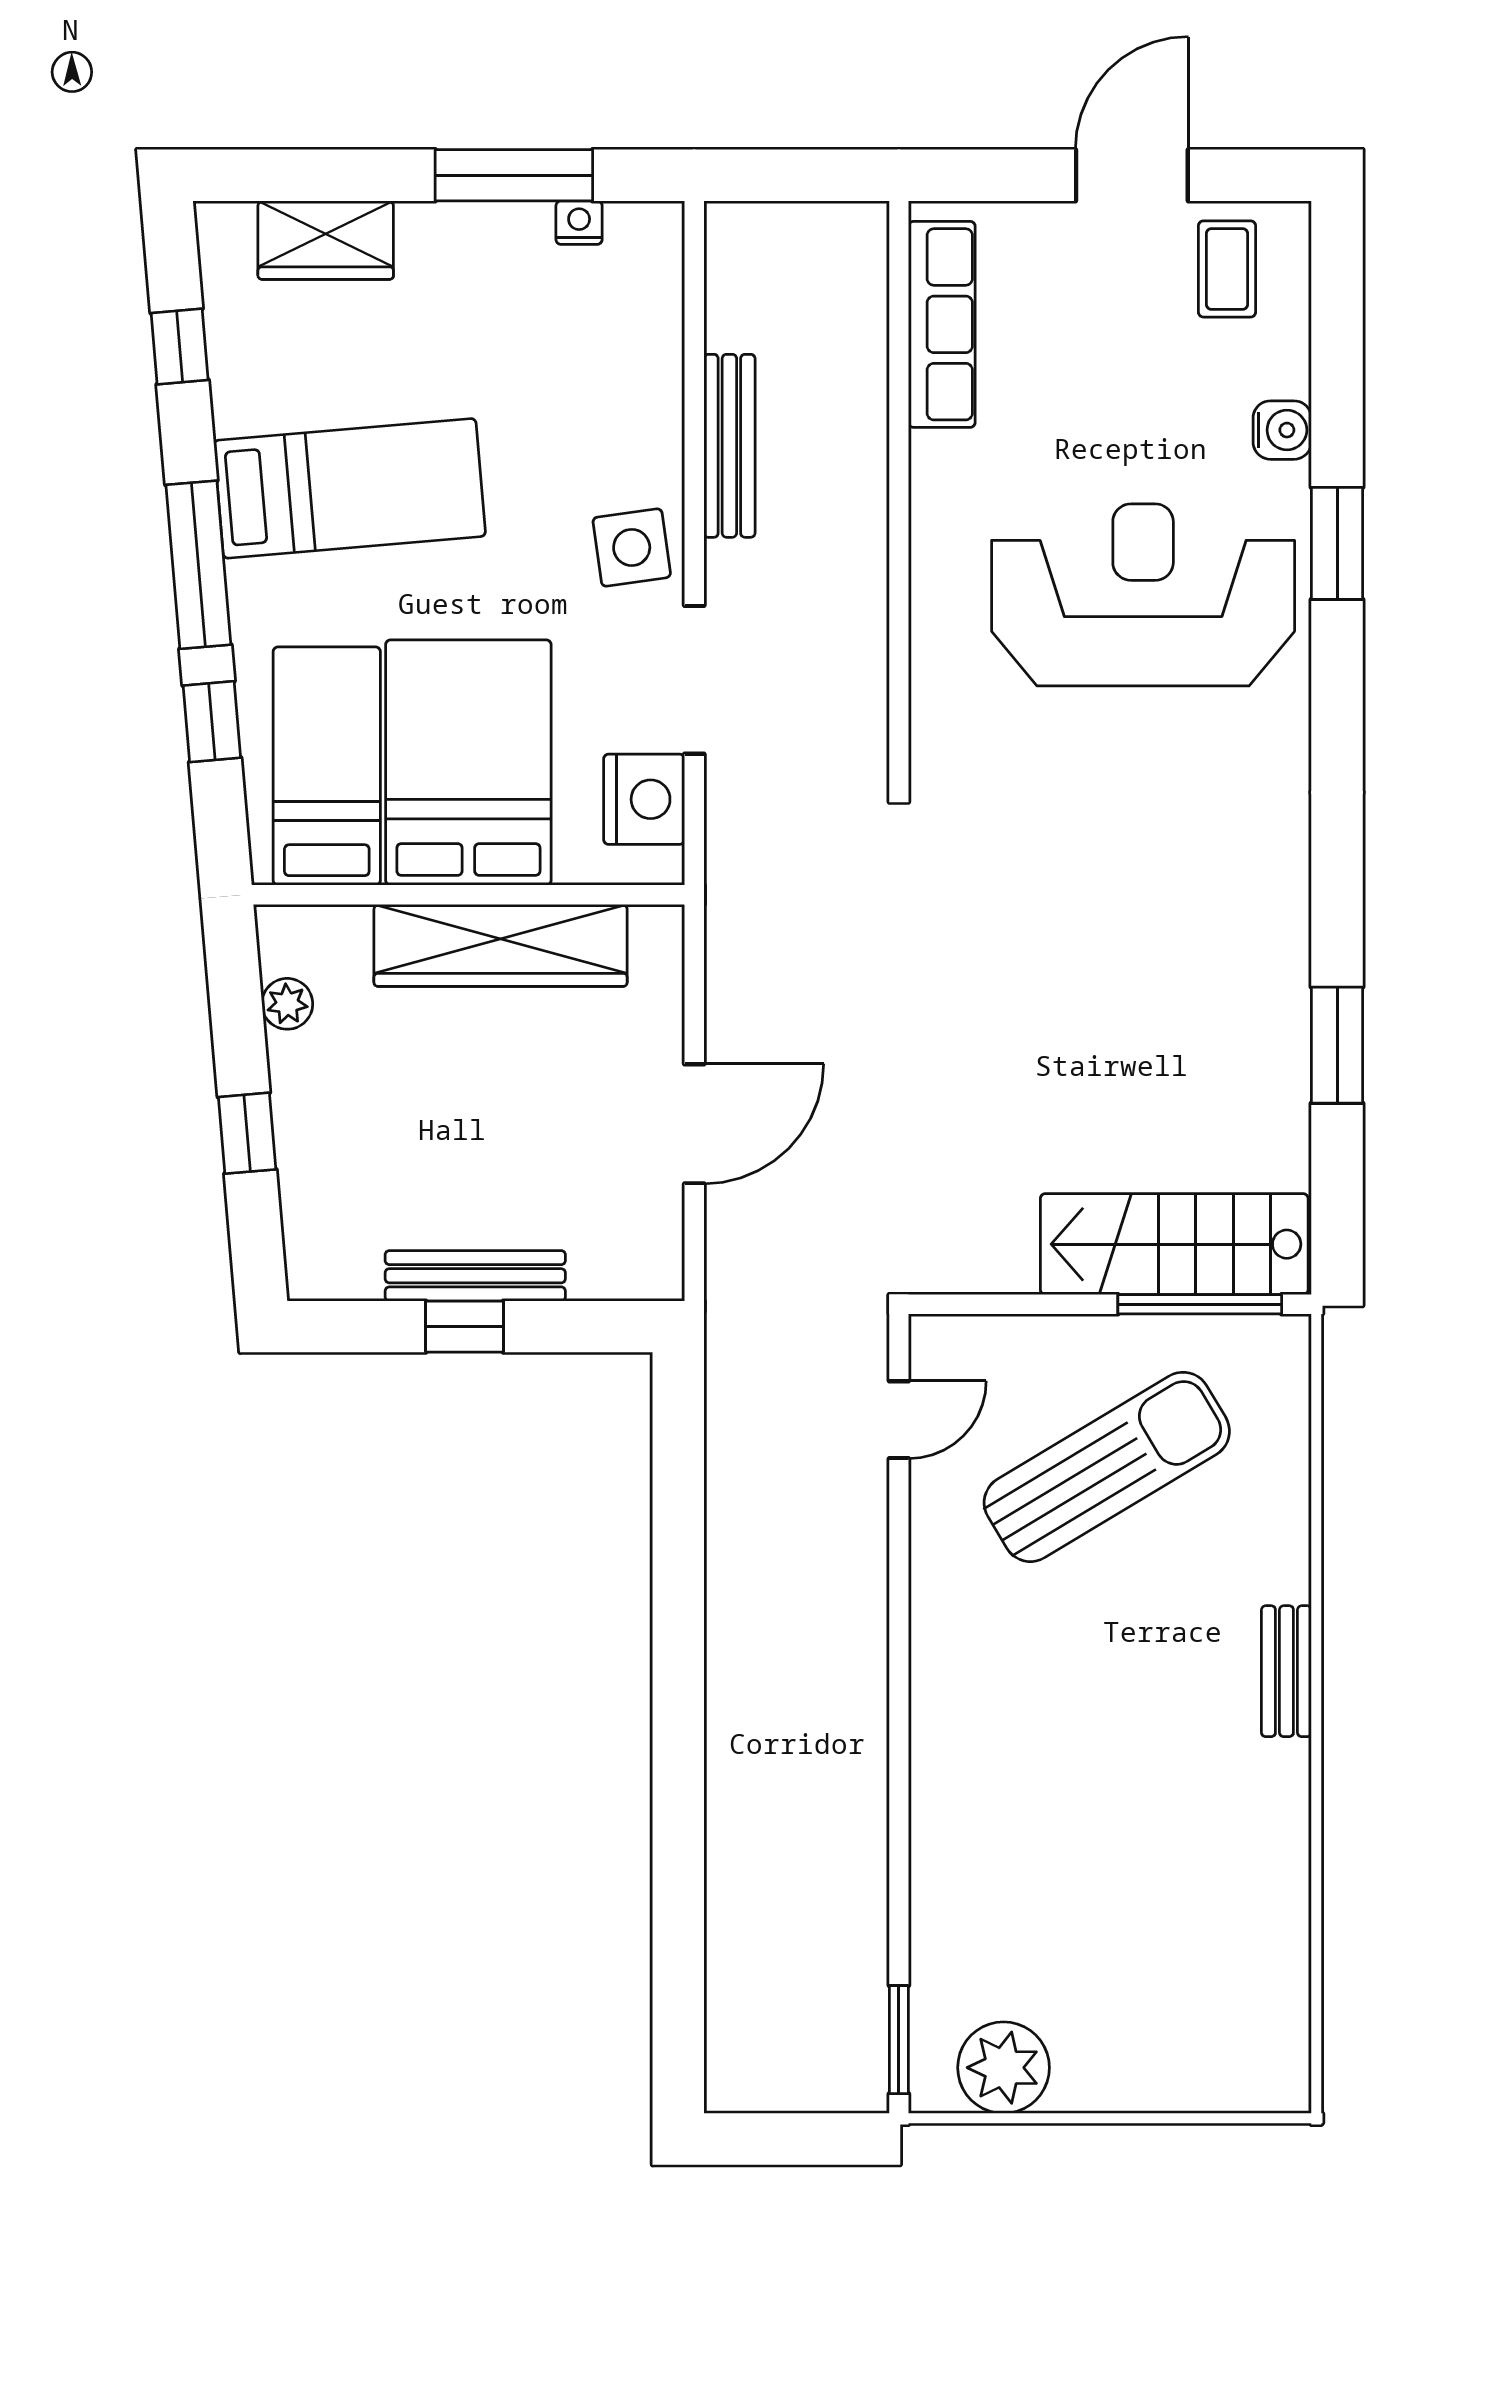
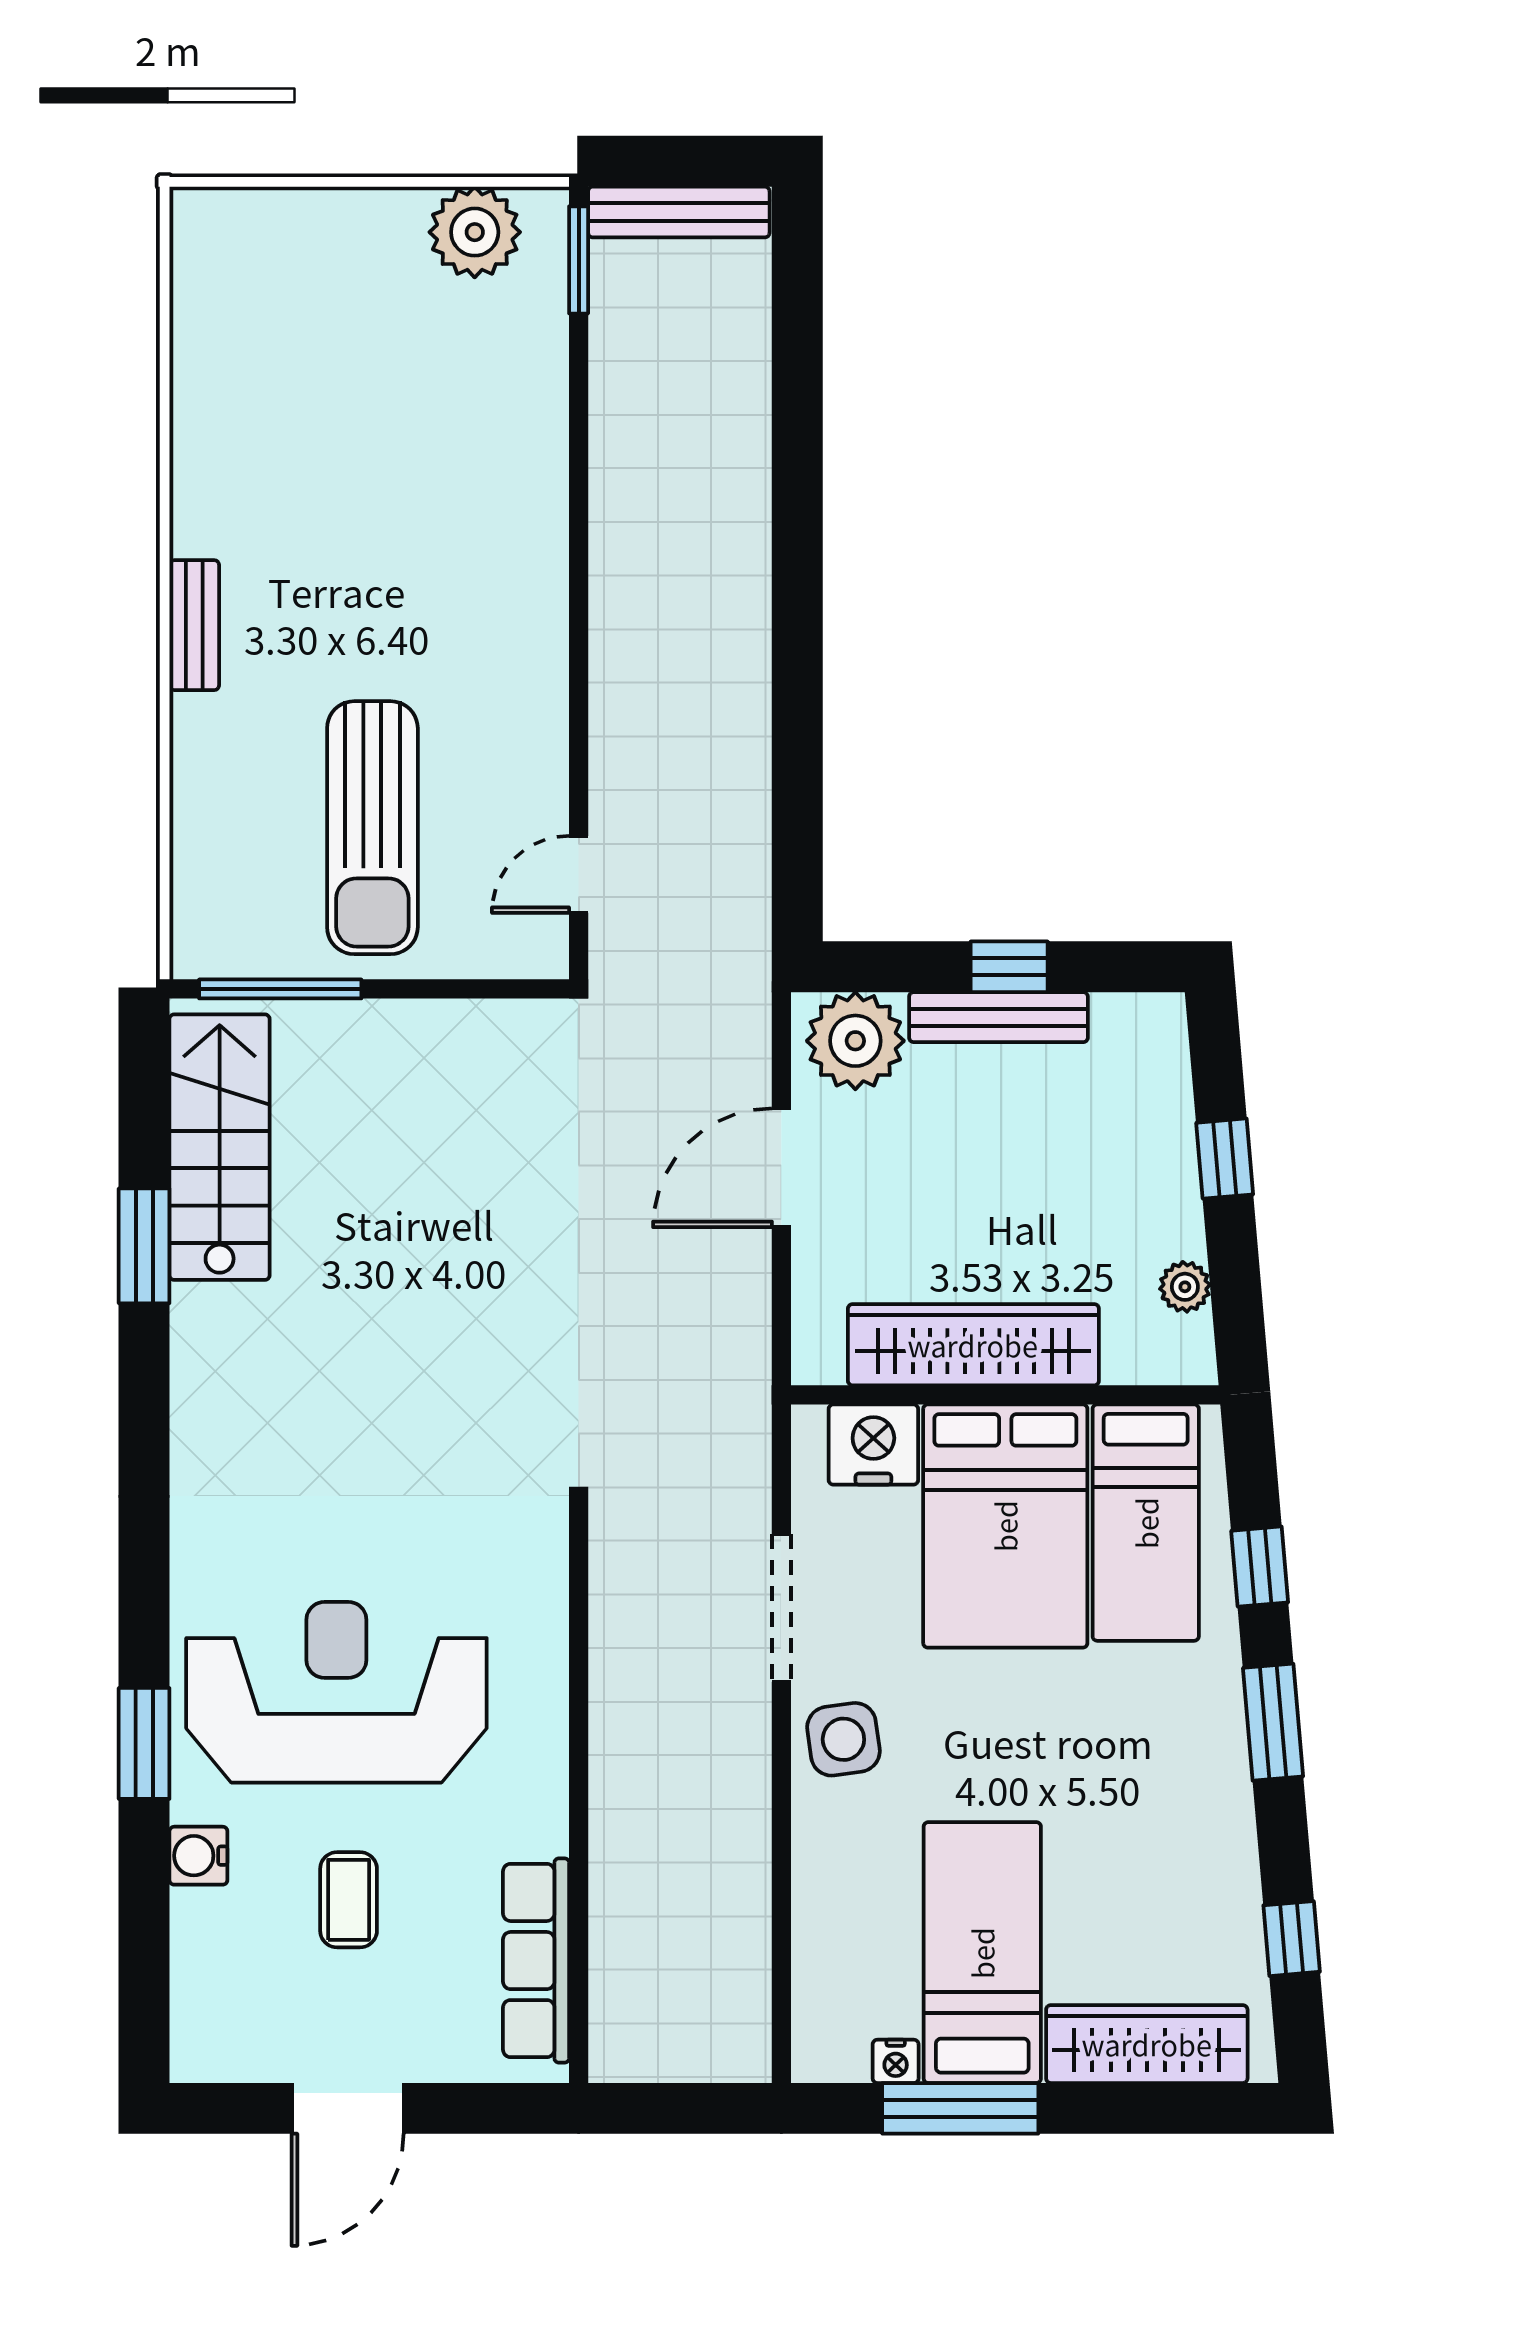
wardrobe: (326, 240) -> (1147, 2044), width x1.50
coffee table: (1227, 269) -> (349, 1900), moved
bench: (729, 446) -> (679, 212), moved, turned 90
bed: (350, 488) -> (982, 1953), moved, turned 95
window: (198, 565) -> (1273, 1722), width x0.69
reception desk: (1143, 595) -> (336, 1692), turned 180
nightstand: (644, 799) -> (873, 1445), moved, turned 90
stairs: (1174, 1244) -> (220, 1147), moved, turned -90
plant: (620, 1252) -> (855, 1041), added
sun lounger: (1107, 1467) -> (372, 828), turned -59

